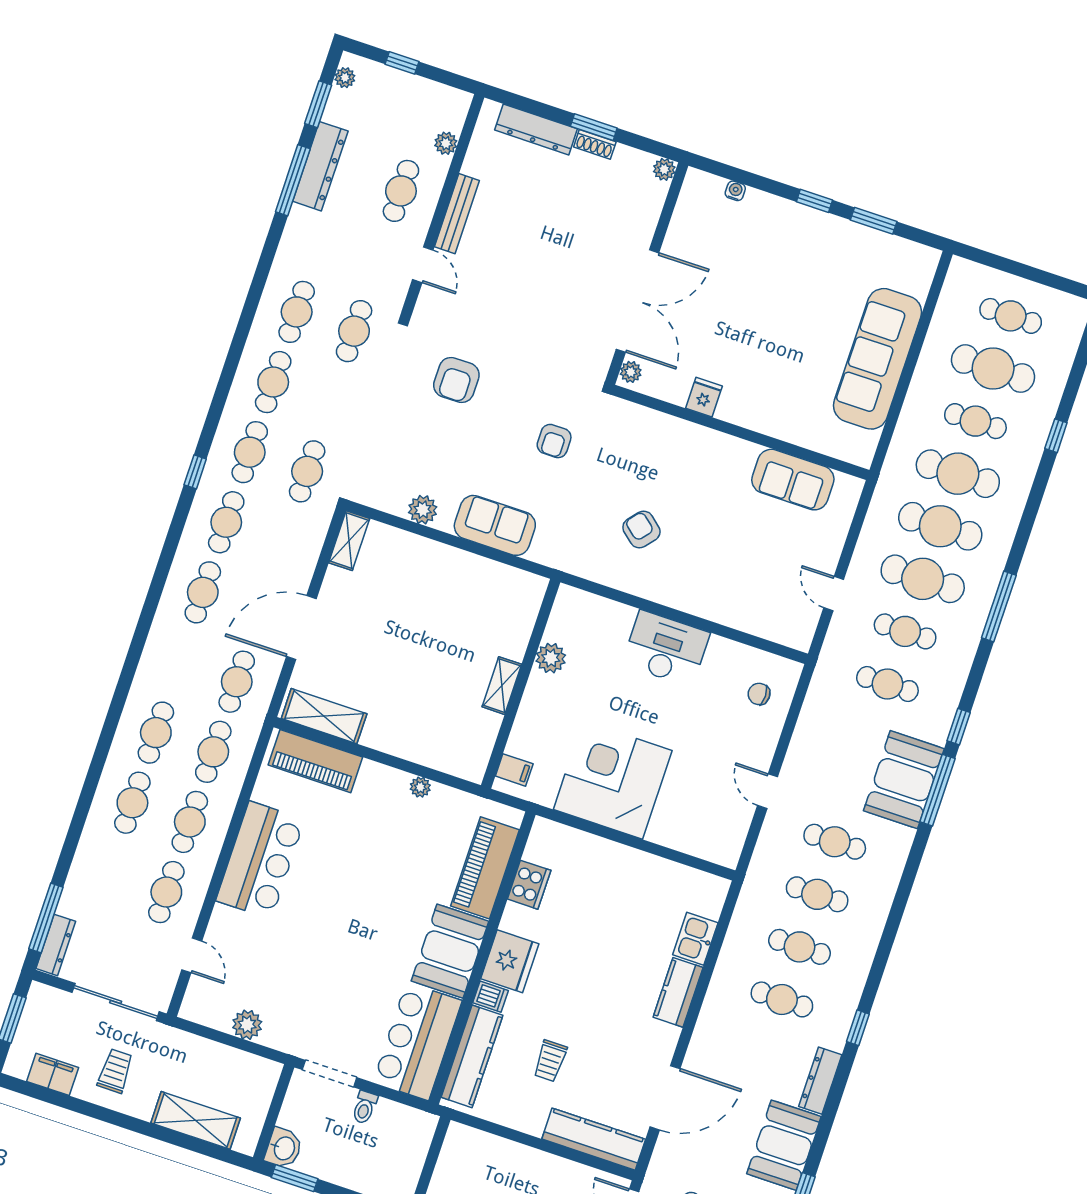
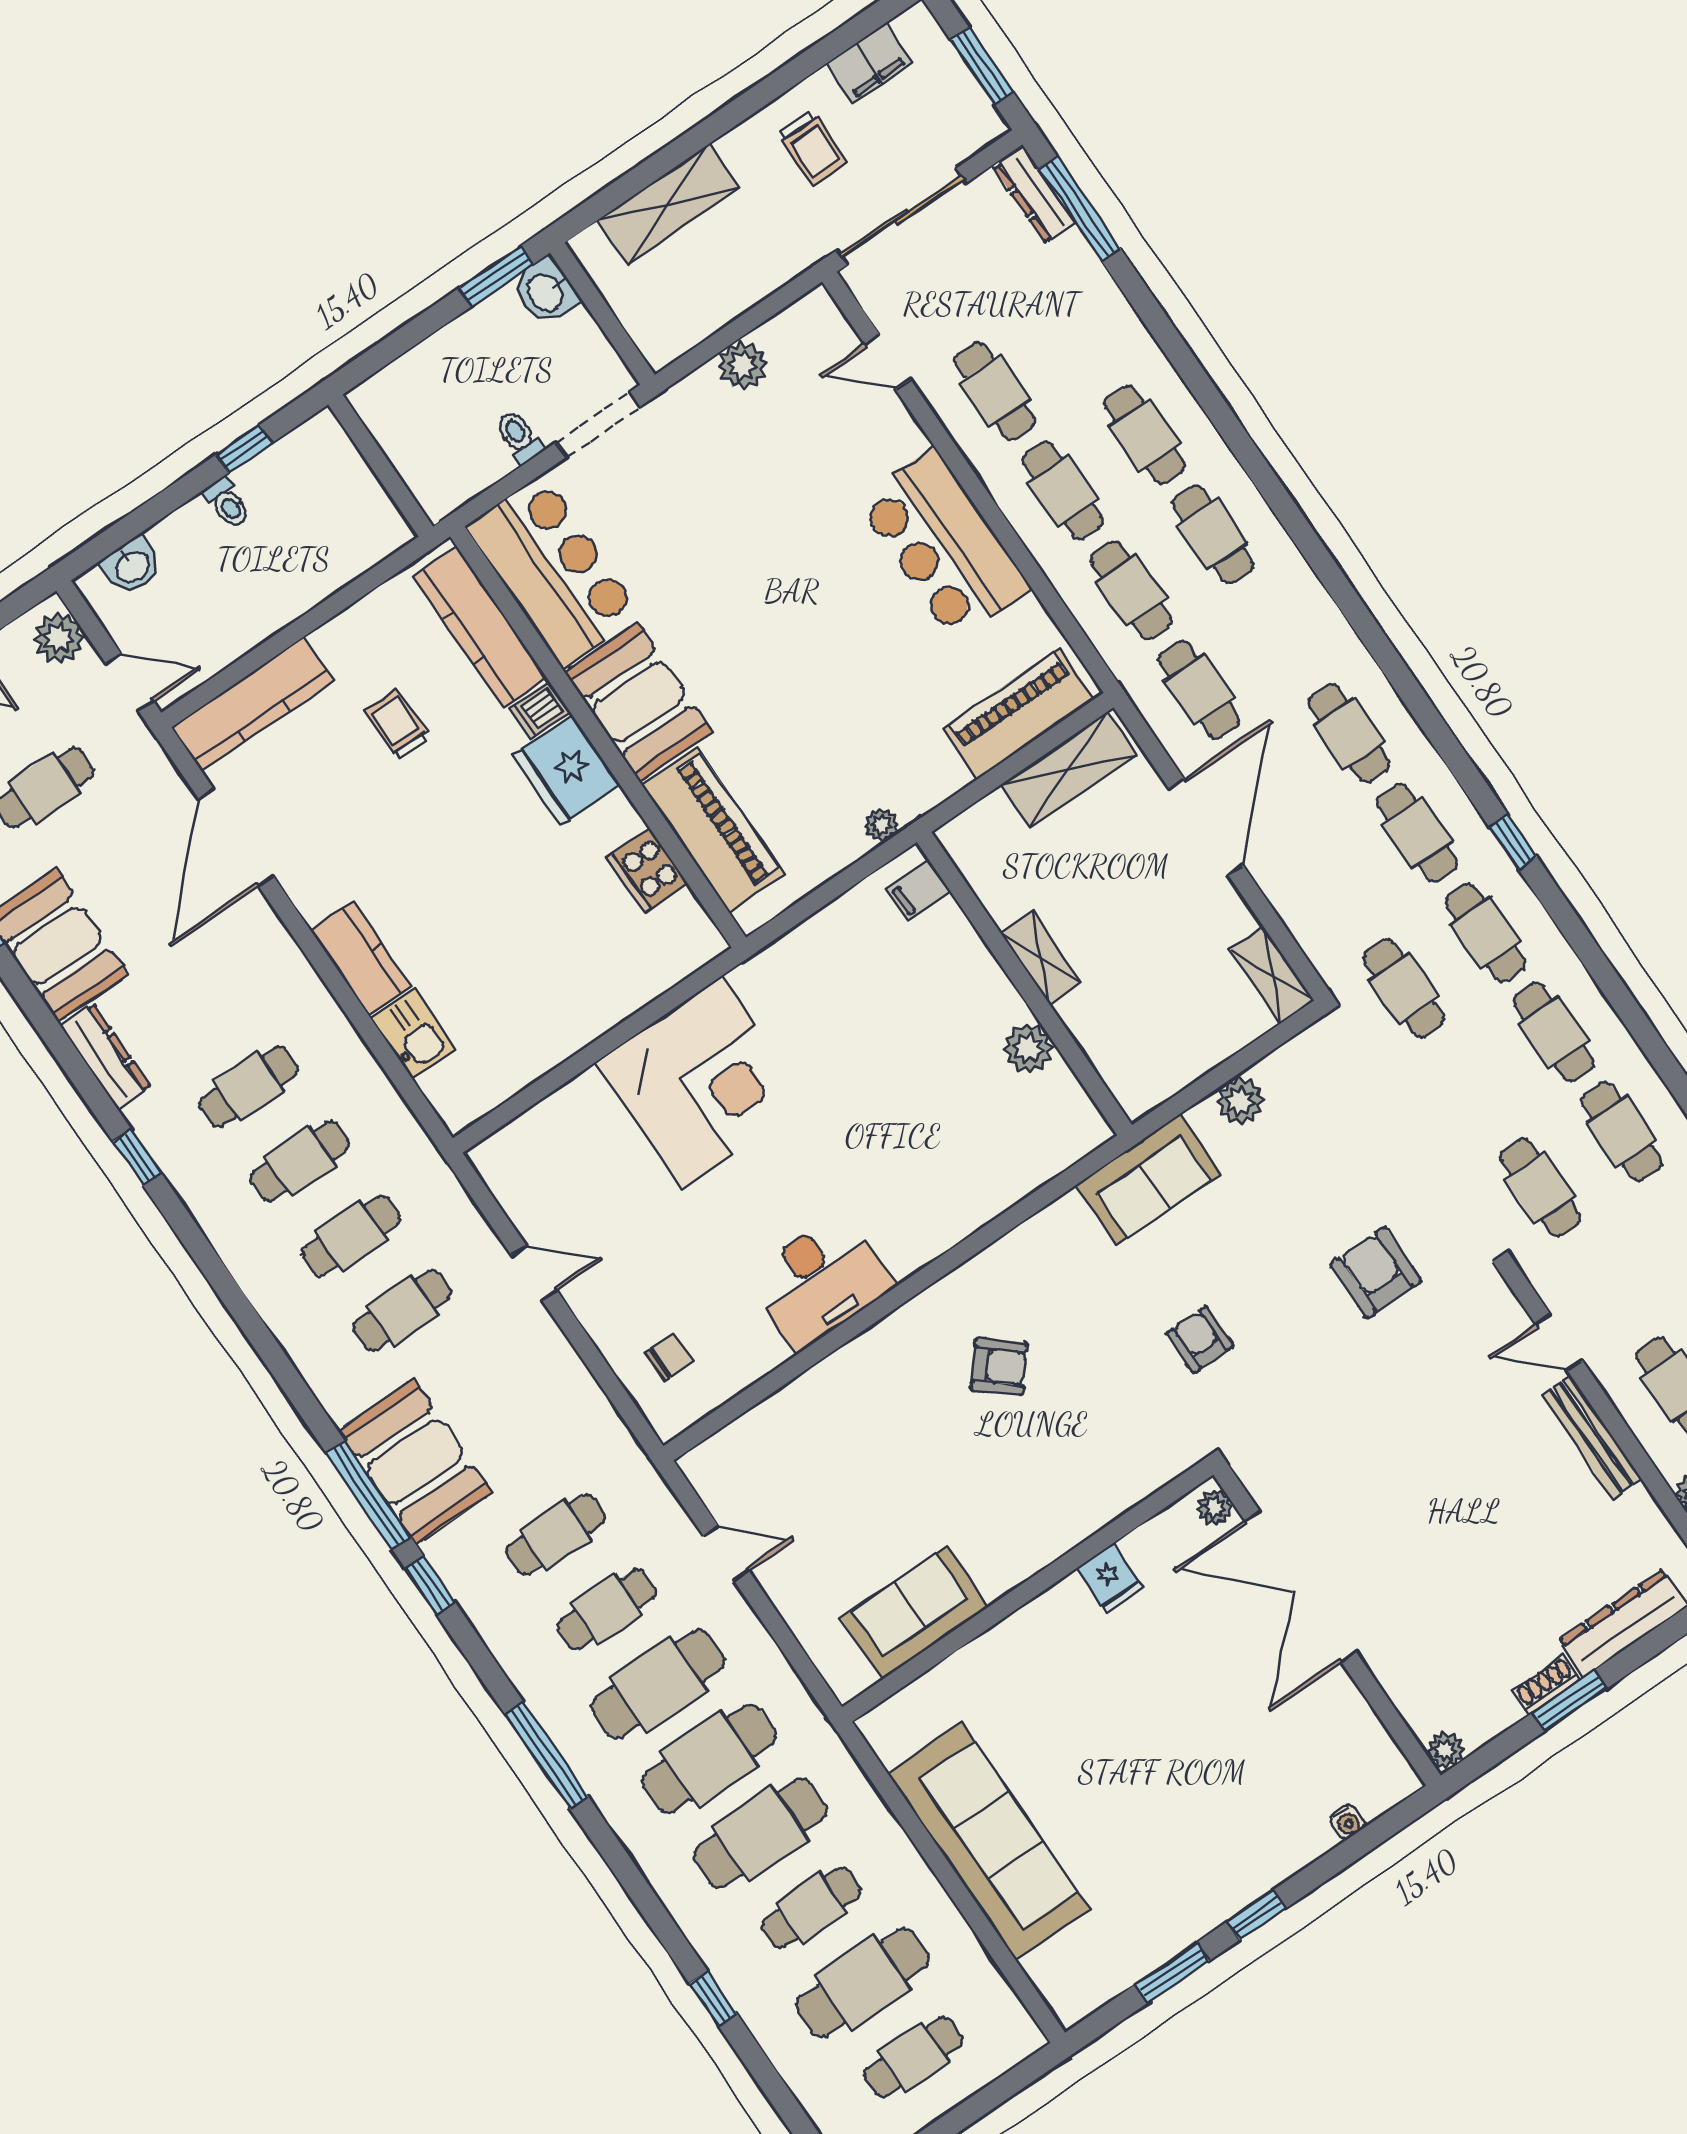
plant: (551, 658) -> (1028, 1048), moved
wall: (521, 684) -> (1024, 984), moved
shelving: (502, 686) -> (1041, 957), moved
filing cabinet: (514, 770) -> (919, 890), moved

